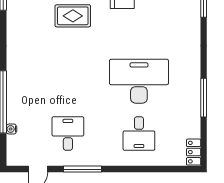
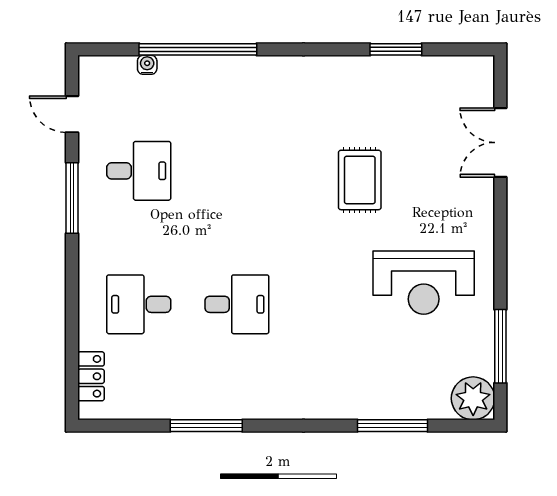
desk: (139, 81) -> (237, 304), width x0.53, depth x0.77
locker: (194, 152) -> (91, 376), moved, turned 90

